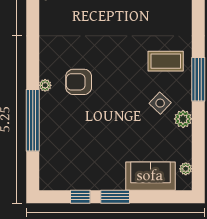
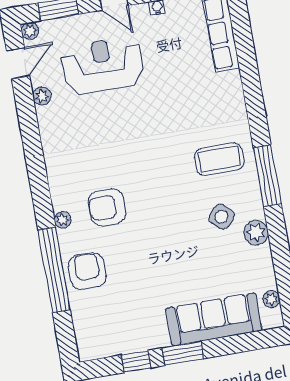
armchair: (56, 125) -> (87, 271), added
sofa: (150, 176) -> (214, 319), width x1.36

